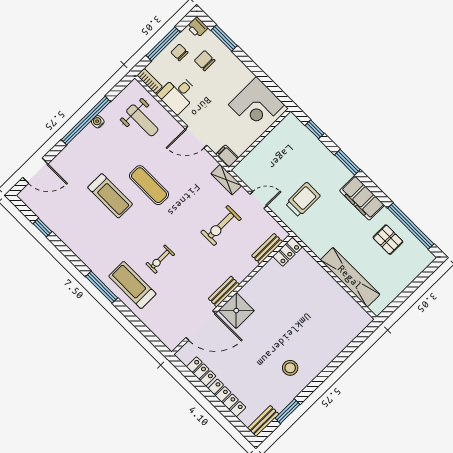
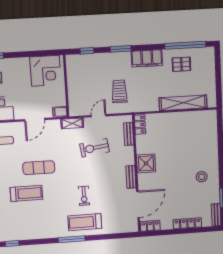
exercise bike: (221, 226) -> (95, 148), turned 82
shower: (236, 311) -> (146, 163), moved
locker: (201, 371) -> (150, 226), moved

